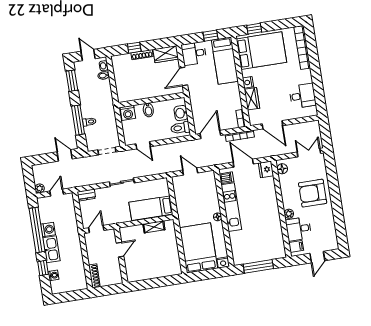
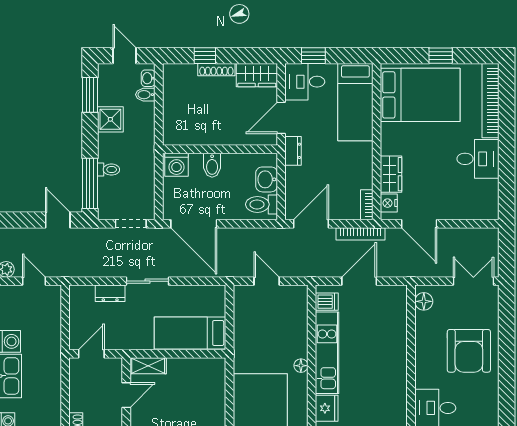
window: (254, 29) -> (441, 56), moved
window: (211, 36) -> (313, 56), moved
nightstand: (248, 82) -> (389, 203), moved
shower: (86, 93) -> (110, 119), added
dresser: (193, 94) -> (293, 151), added
desk: (303, 96) -> (478, 159), moved
window: (78, 120) -> (90, 183), moved
door: (143, 145) -> (194, 224), width x1.87
door: (243, 163) -> (359, 281), hinge flipped
fridge: (266, 169) -> (327, 408), moved, turned 180
door: (57, 193) -> (34, 281), hinge flipped
armchair: (313, 193) -> (469, 351), turned -90
dresser: (86, 195) -> (110, 293), moved
plant: (289, 214) -> (423, 379), removed
shelving: (154, 227) -> (148, 366), moved

